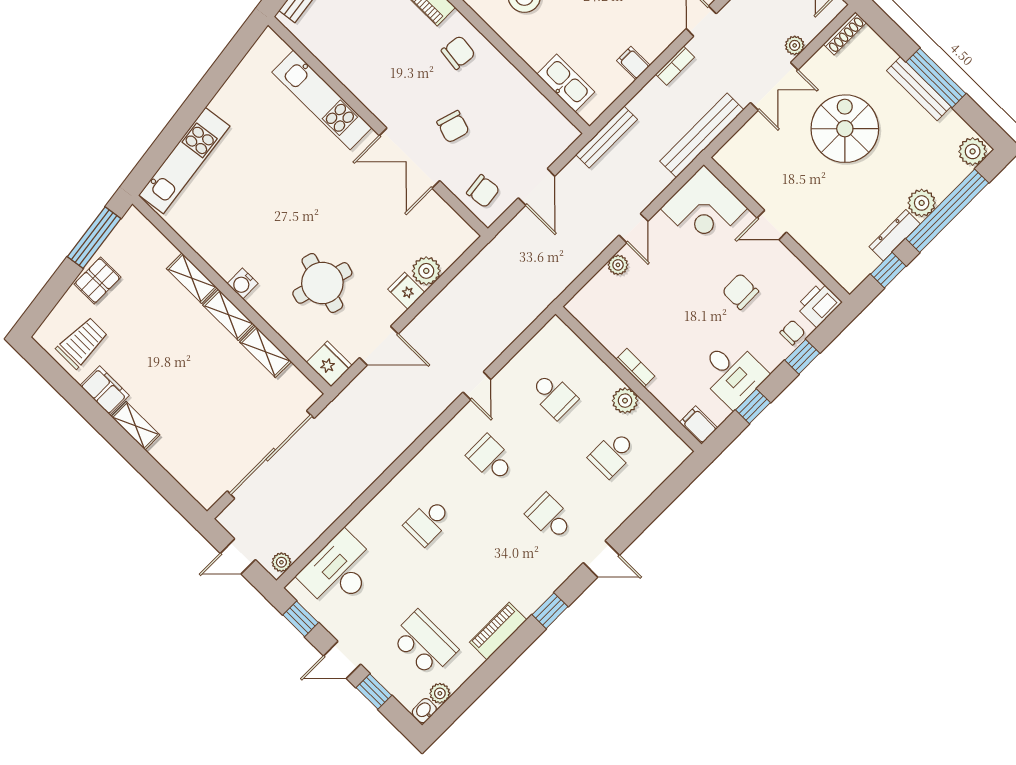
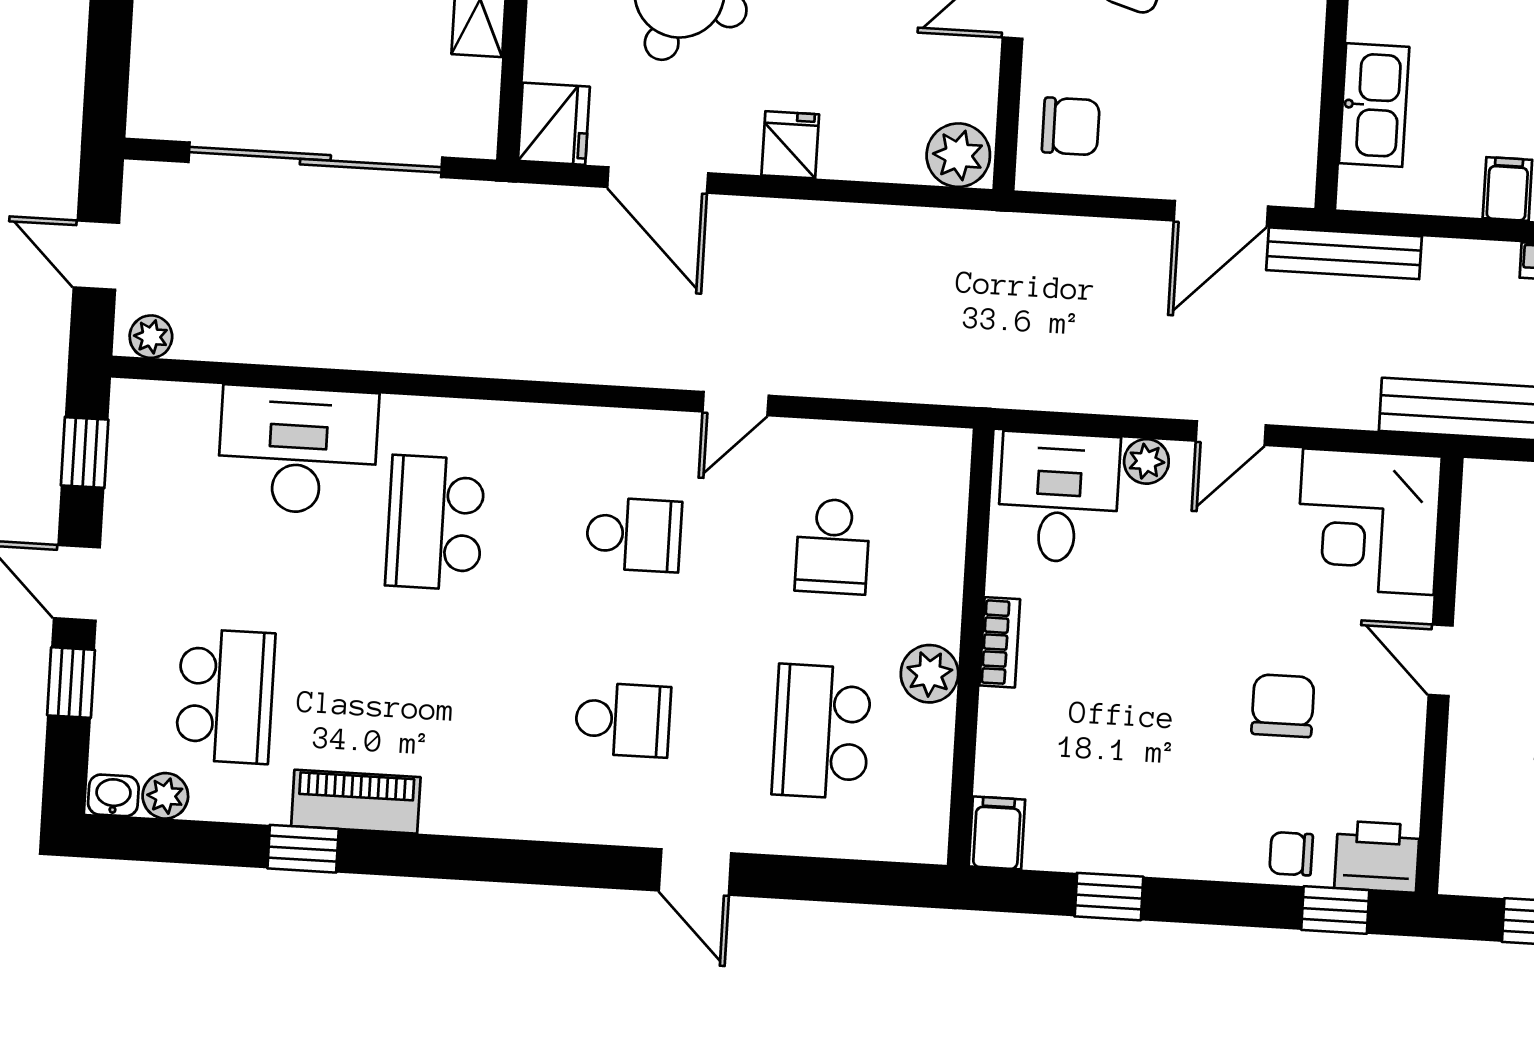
door: (537, 187) -> (1221, 214), moved
chair: (483, 191) -> (1071, 126), turned -83
plant: (426, 271) -> (958, 155), moved
chair: (793, 332) -> (1291, 854), turned 180
window: (802, 357) -> (1335, 910), moved
desk: (732, 373) -> (1059, 497), moved, turned 180
school desk: (613, 454) -> (822, 732), width x1.85
school desk: (491, 459) -> (634, 535), turned 90
school desk: (550, 517) -> (623, 720), turned 90
school desk: (428, 522) -> (435, 523), width x1.85
door: (601, 559) -> (695, 872), moved
desk: (339, 571) -> (298, 450), moved
window: (550, 611) -> (303, 849), moved

